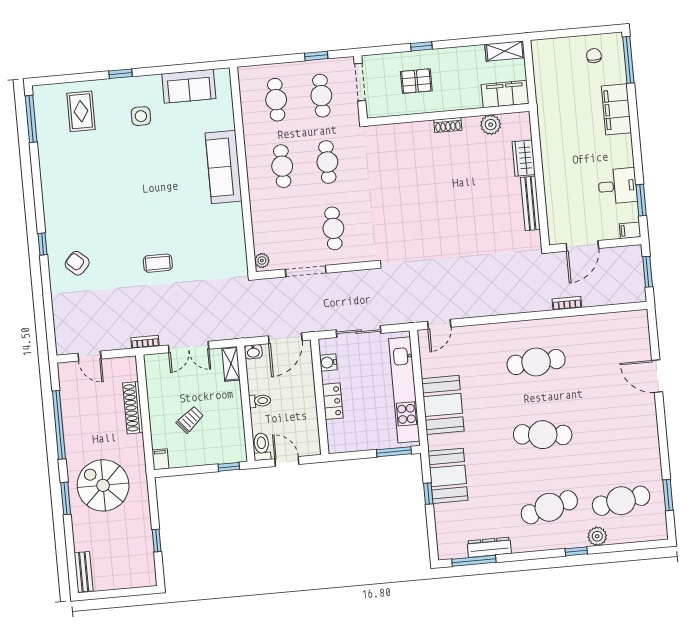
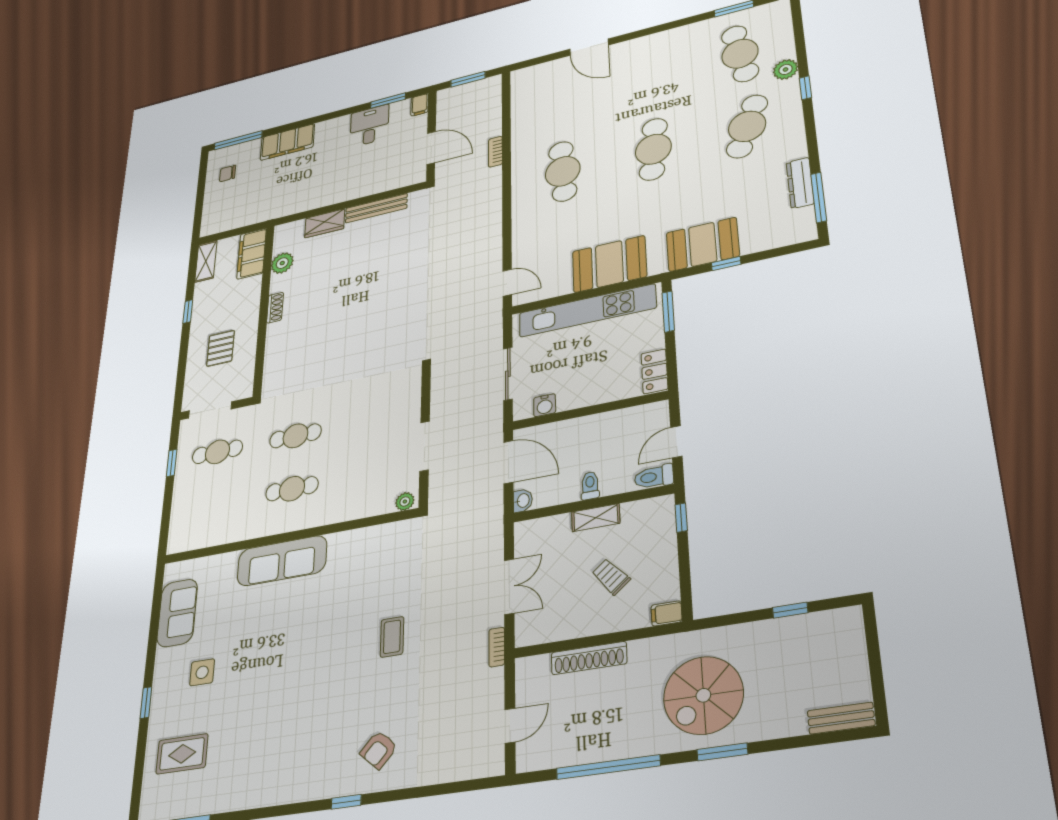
window: (421, 46) -> (188, 312), moved
cafe table: (276, 100) -> (213, 504), removed
cafe table: (333, 228) -> (376, 419), removed
shelving: (231, 364) -> (596, 518), moved
door: (657, 376) -> (589, 47), hinge flipped
locker: (333, 401) -> (654, 371), moved, turned -90
cafe table: (549, 507) -> (747, 126), turned 36

